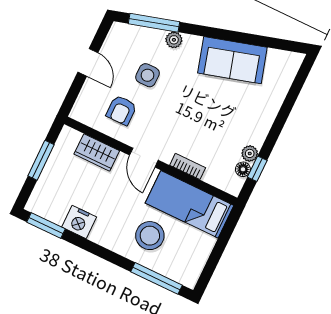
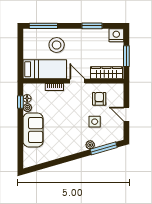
sofa: (232, 60) -> (33, 130), moved, turned 106
wardrobe: (97, 152) -> (107, 73), width x1.50
nightstand: (79, 222) -> (116, 35), moved
window: (46, 225) -> (92, 26), moved

